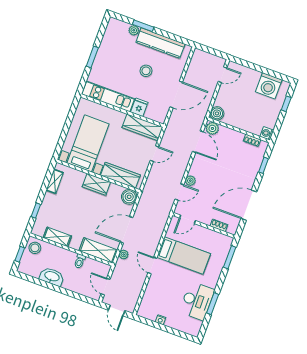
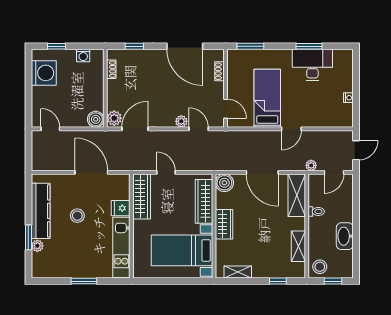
washing machine: (267, 133) -> (83, 56), moved
plant: (124, 255) -> (311, 165), moved

